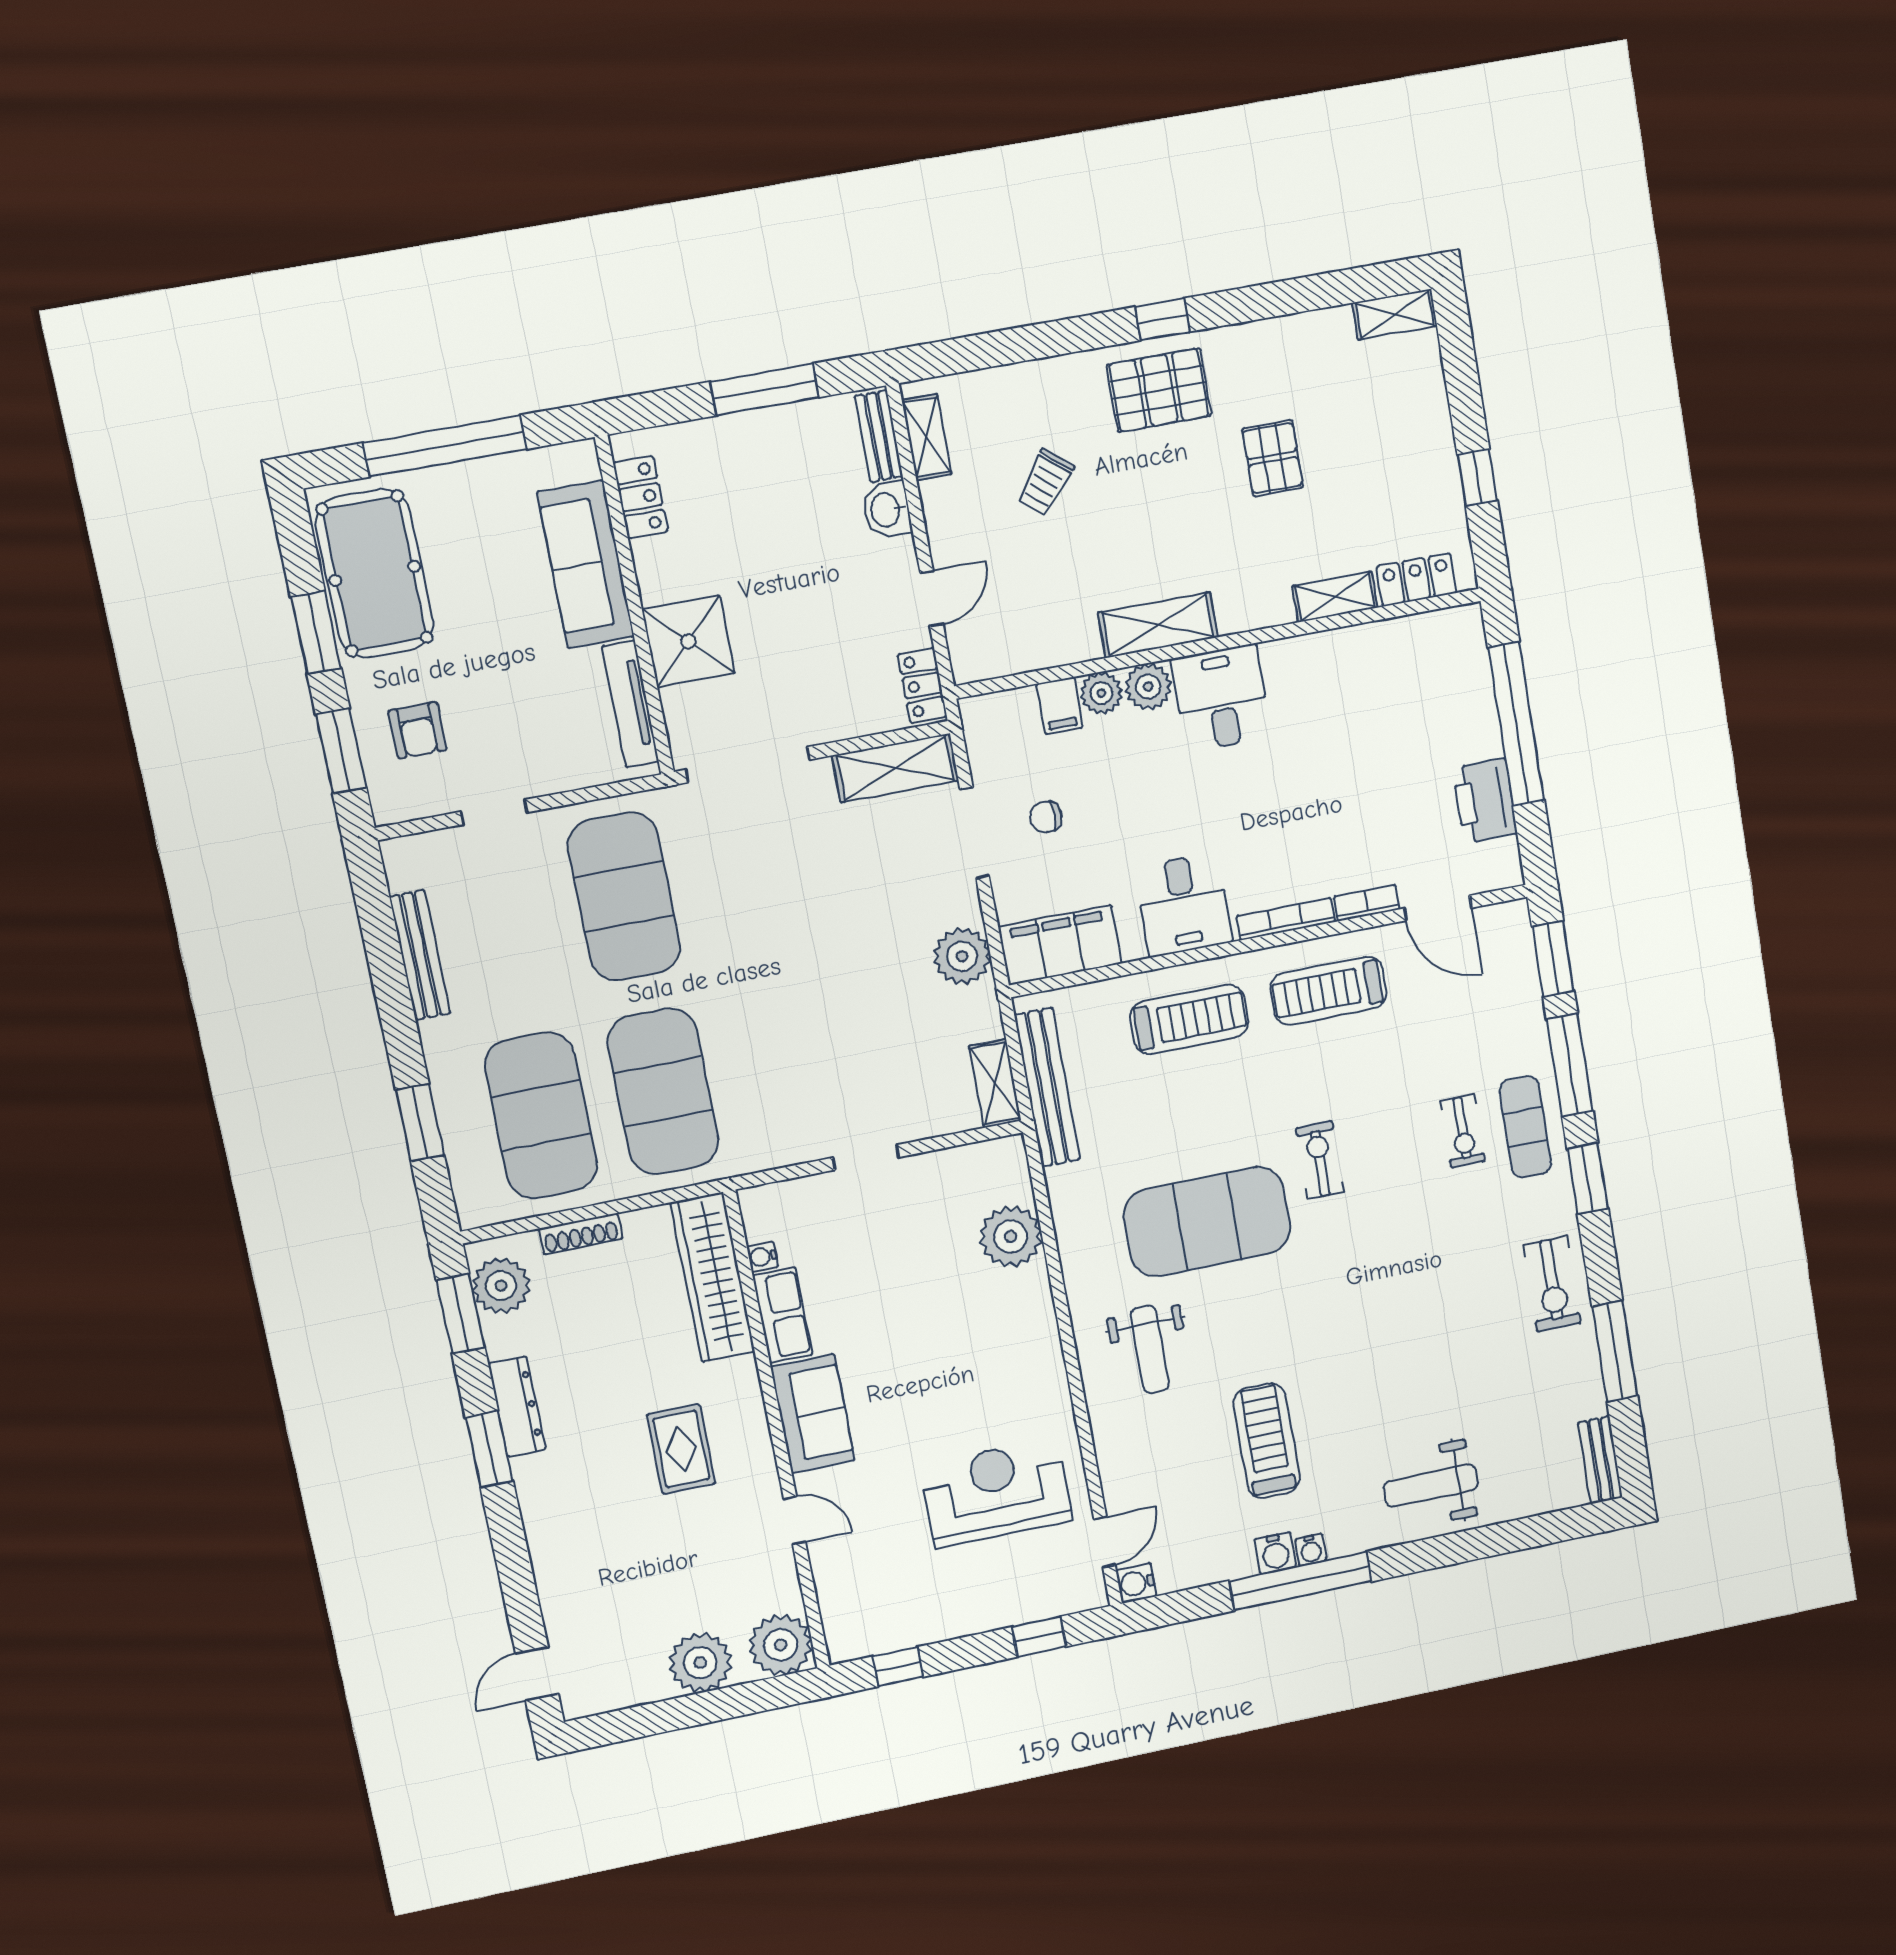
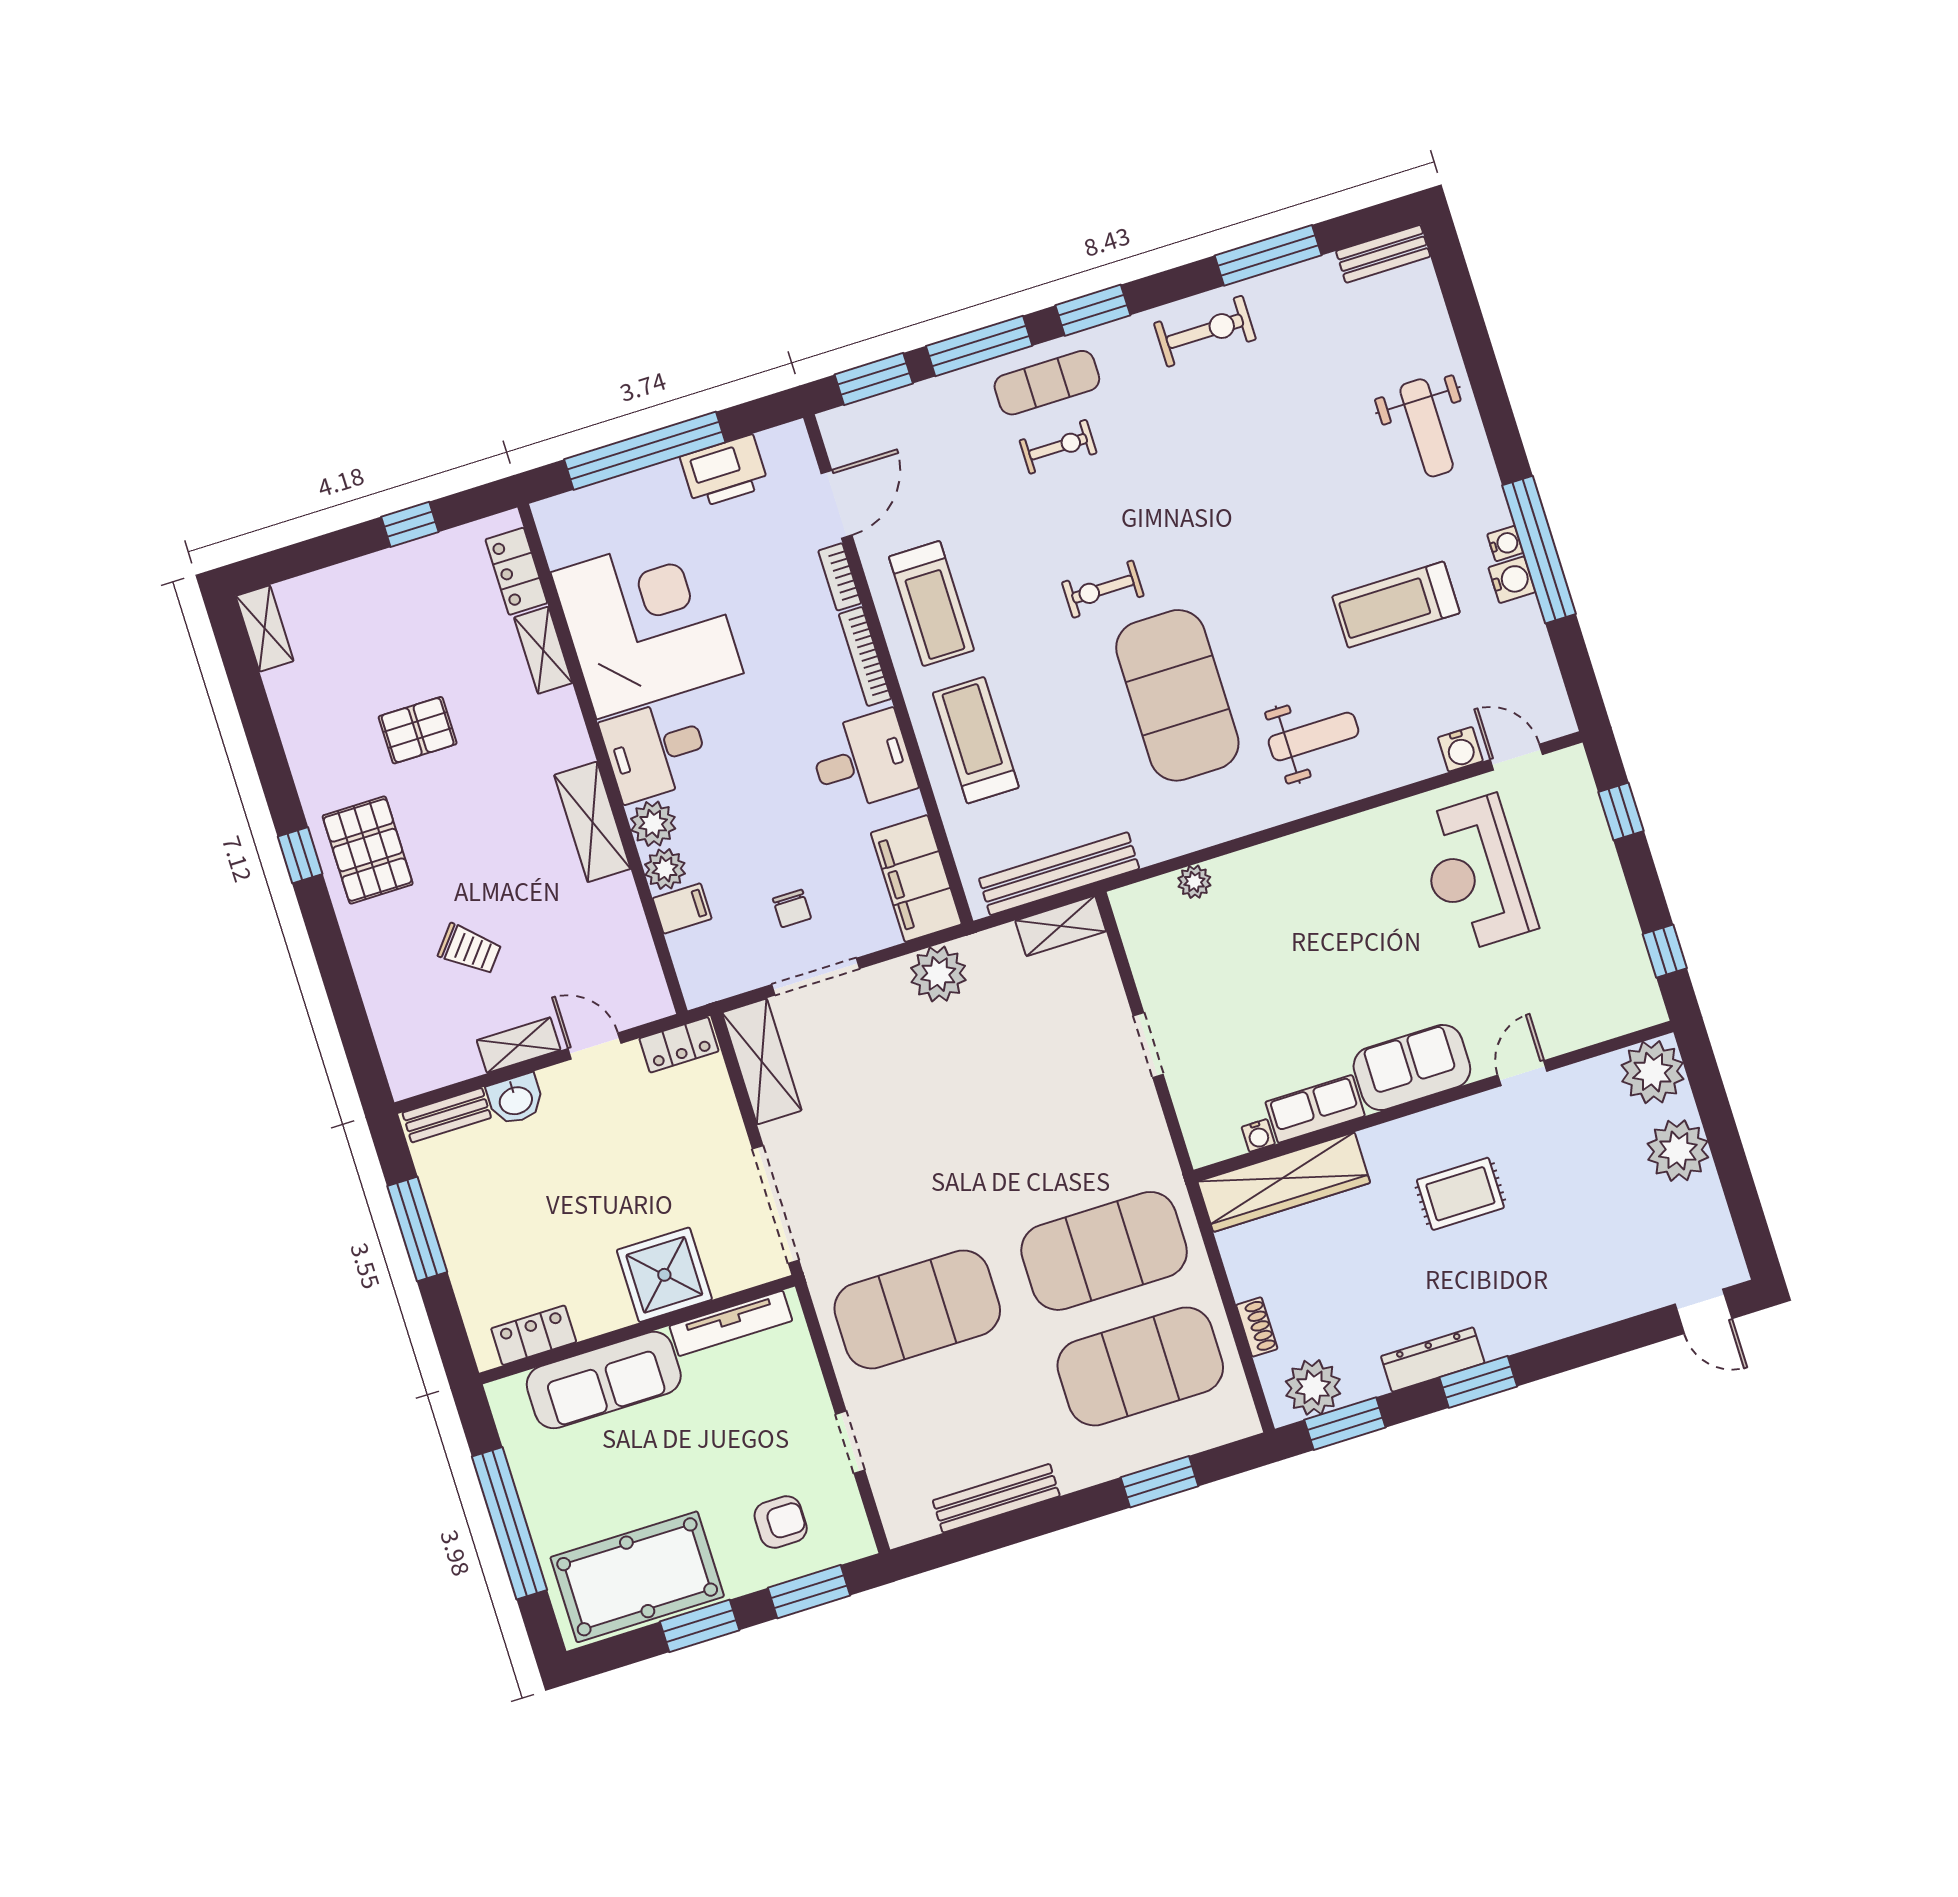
shelving: (926, 437) -> (519, 1045), moved
corner desk: (1348, 705) -> (647, 623), added
shoe rack: (581, 1234) -> (1257, 1327), width x0.70
plant: (1011, 1237) -> (1194, 882), width x0.53, depth x0.53
water cooler: (1136, 1583) -> (1460, 749), moved

